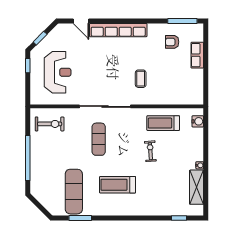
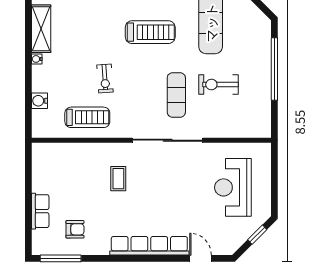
window: (28, 66) -> (274, 197), removed
water cooler: (198, 121) -> (39, 101), moved
exercise bike: (50, 124) -> (218, 85), moved

